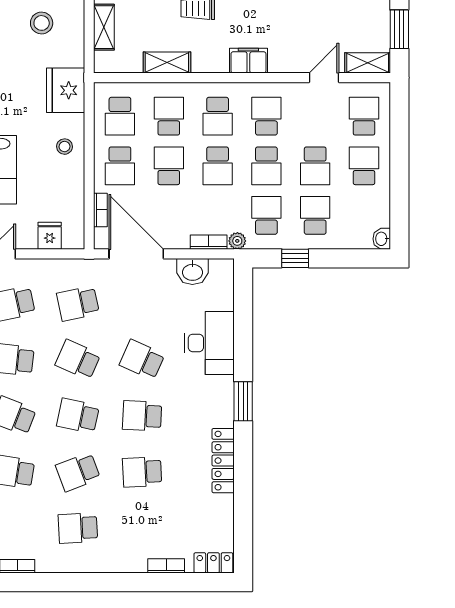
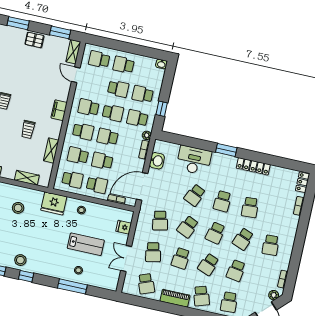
school desk: (218, 166) -> (108, 137), turned 180
school desk: (78, 472) -> (243, 239), turned 42

